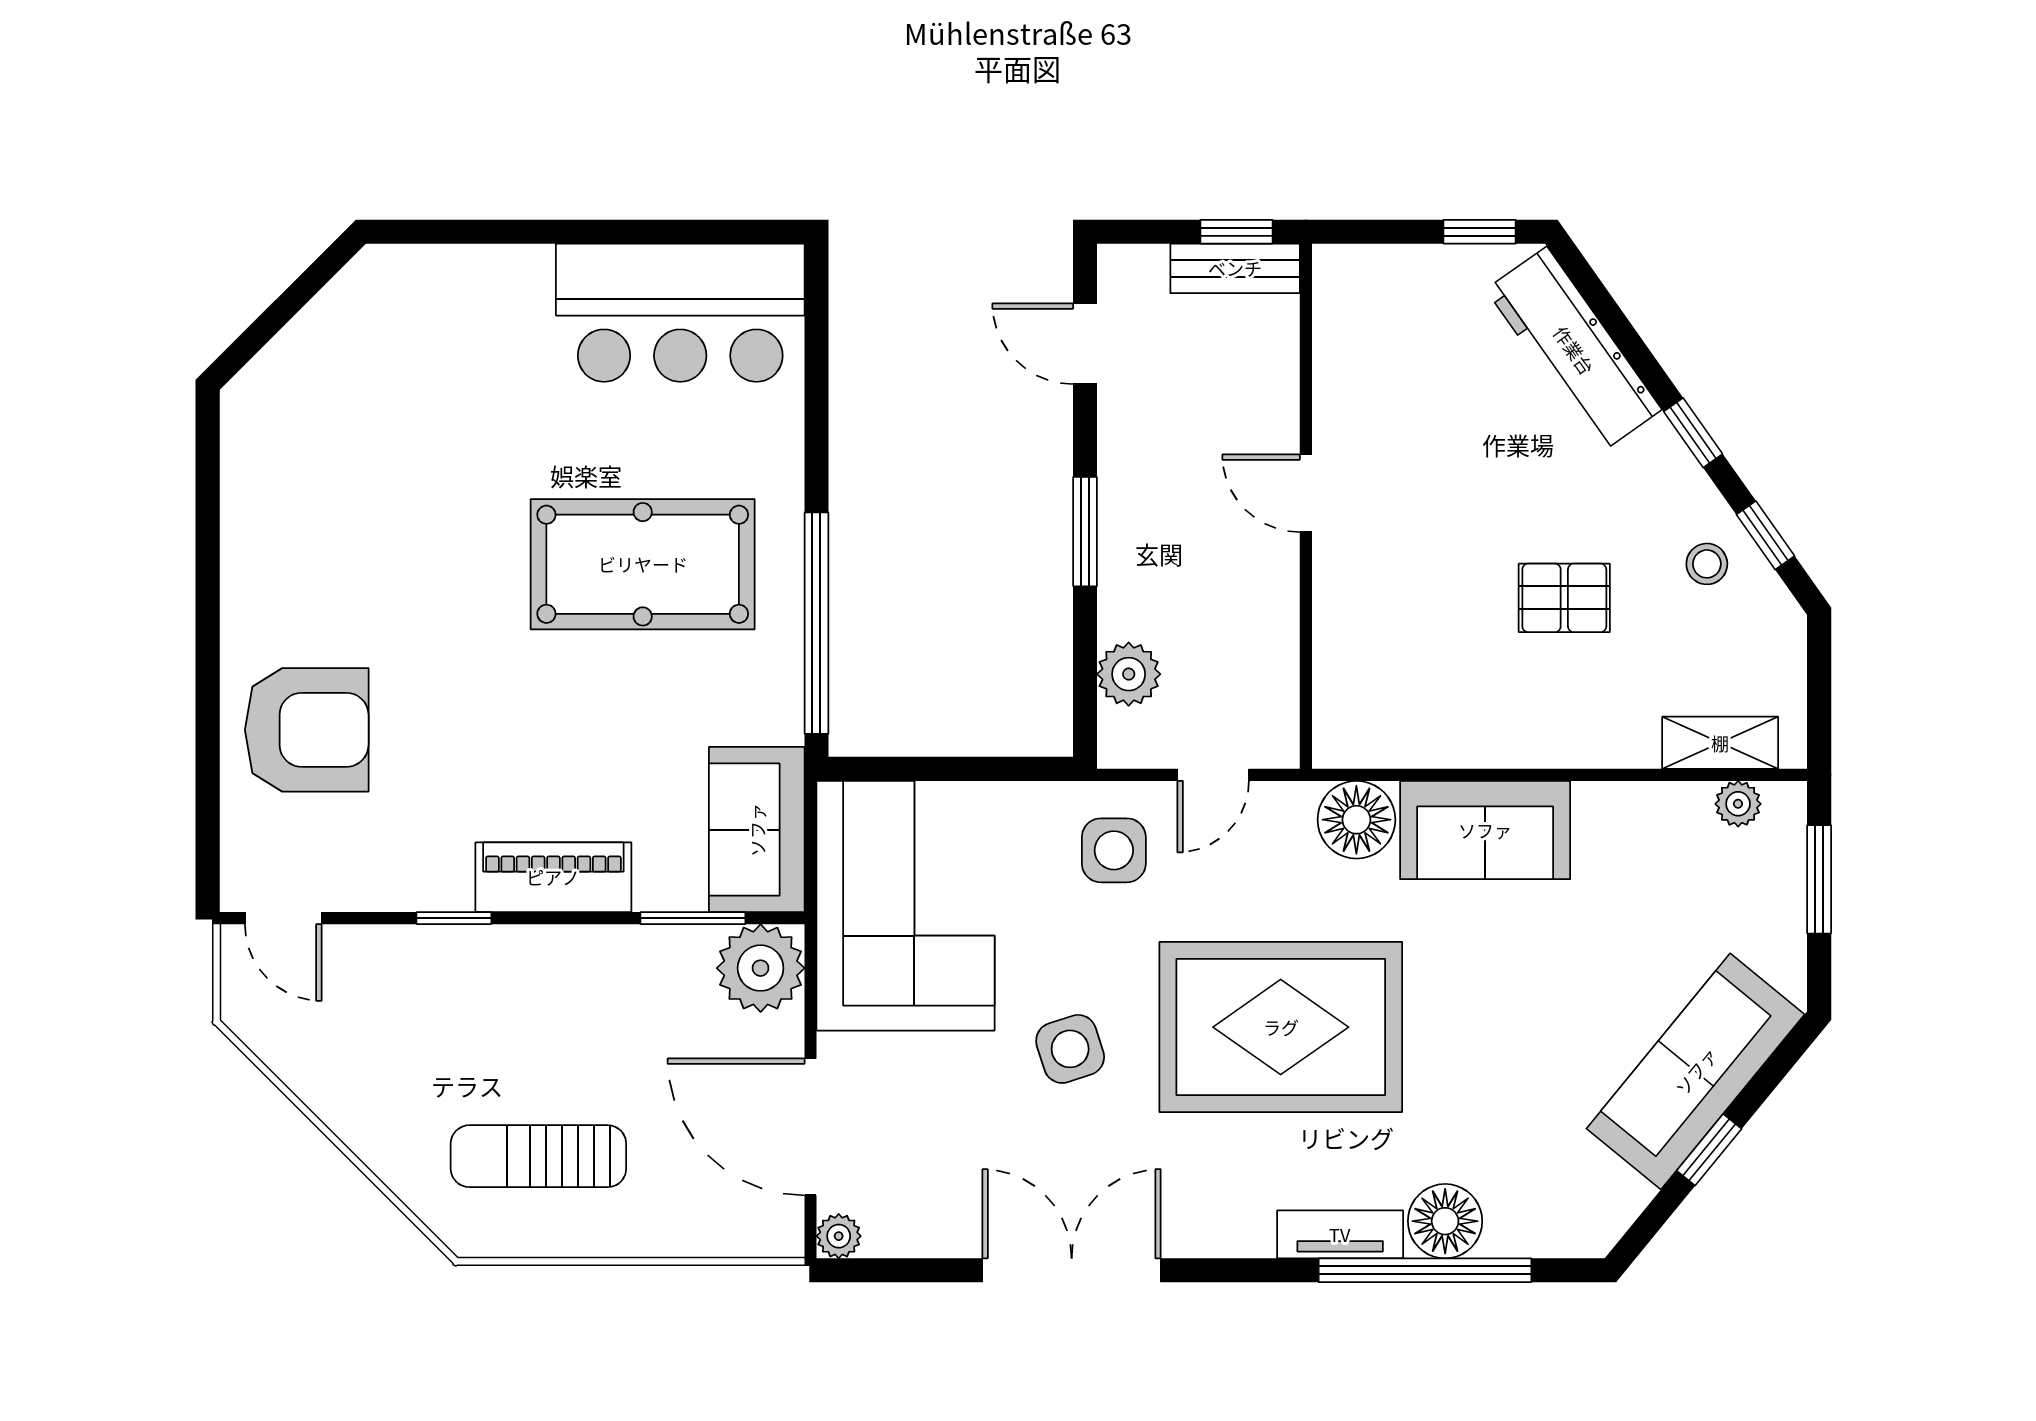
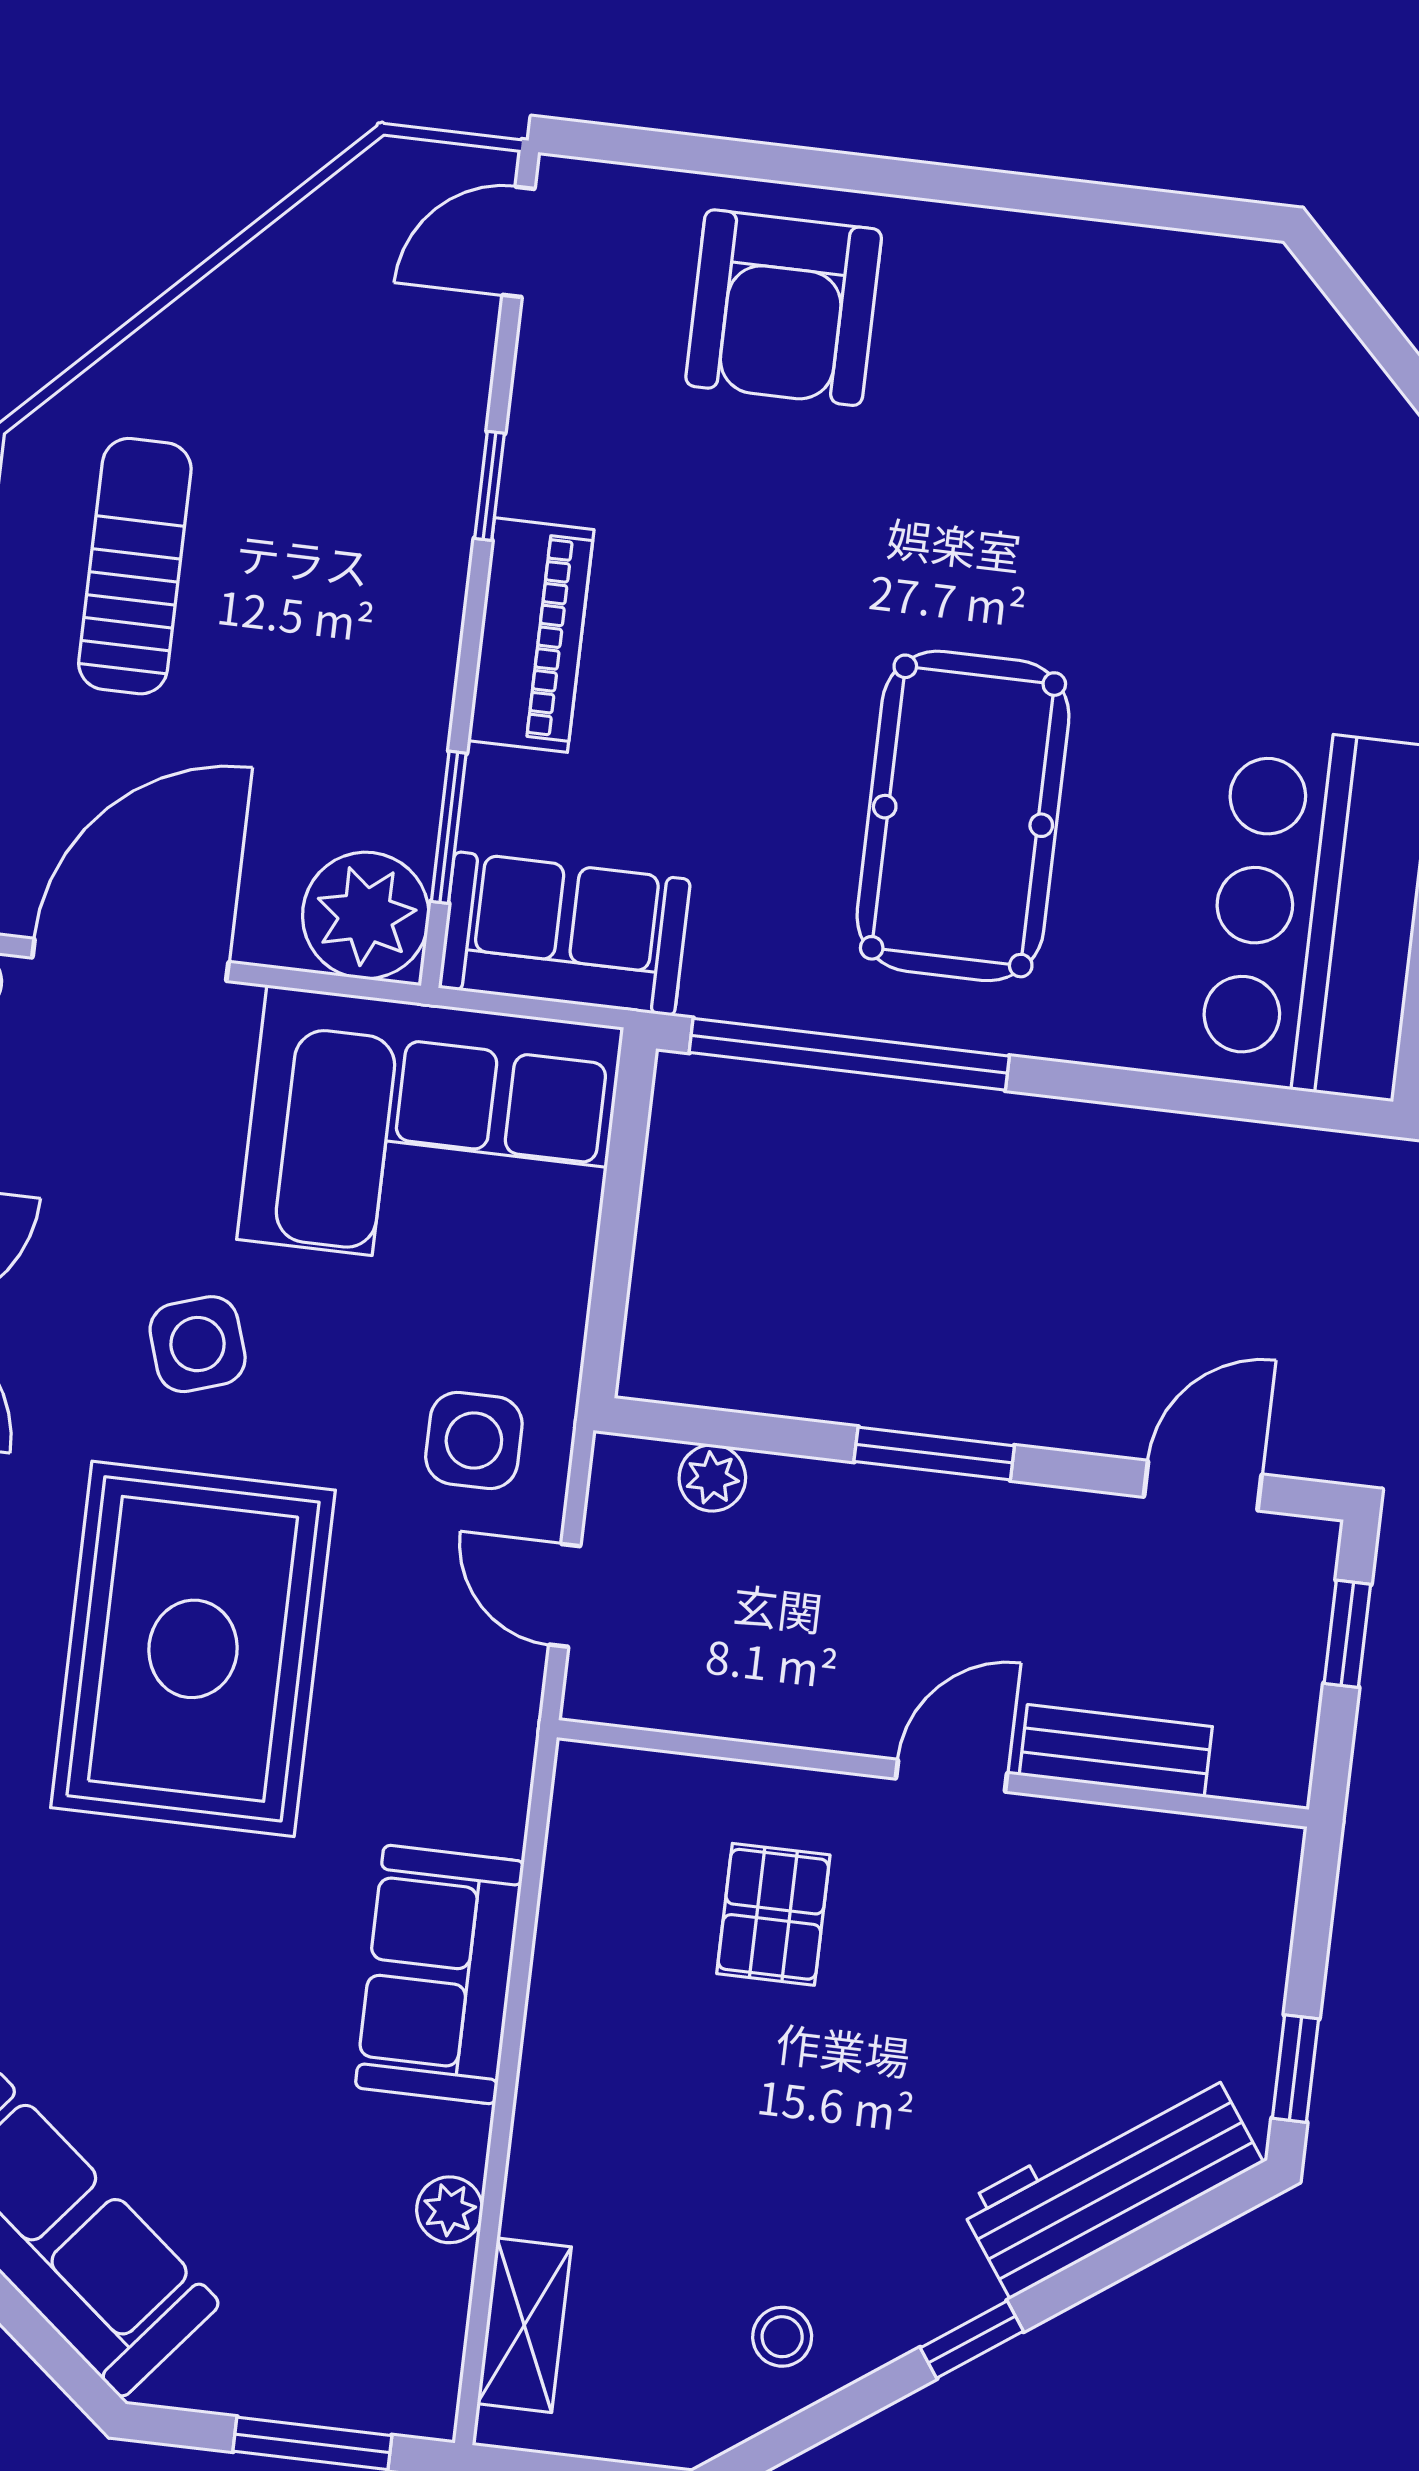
window: (1236, 232) -> (1347, 1634), moved
bench: (1235, 268) -> (1116, 1751), moved, turned 90
window: (1765, 535) -> (813, 2425), removed
pallet: (1564, 598) -> (773, 1914), moved
plant: (1129, 674) -> (712, 1478), width x0.73, depth x0.73
plant: (1738, 804) -> (450, 2210), moved
floor lamp: (1356, 820) -> (476, 1792), removed

